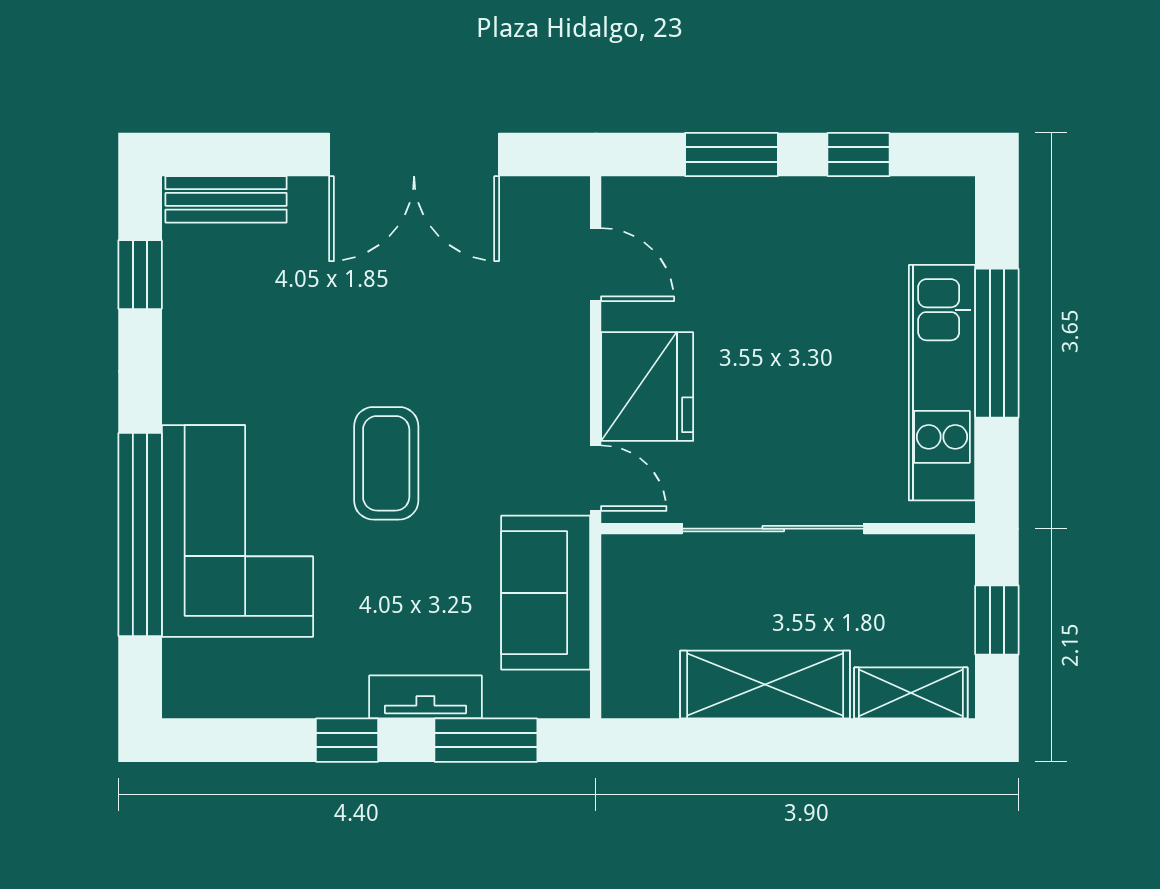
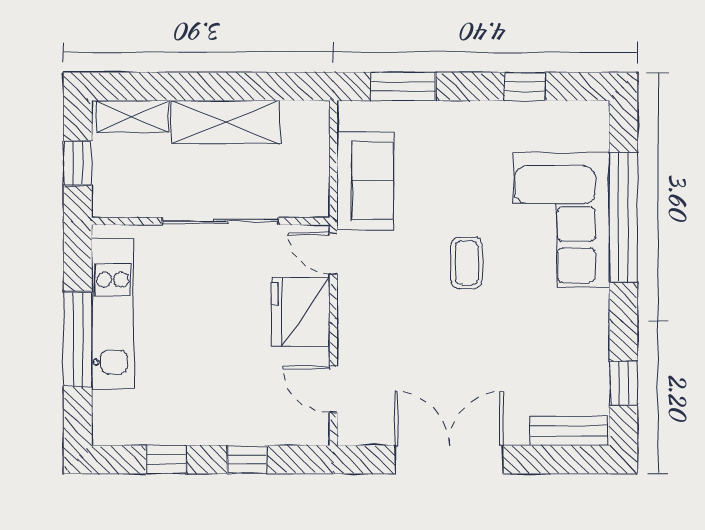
window: (731, 155) -> (247, 460), width x0.67
coffee table: (386, 463) -> (467, 263), width x0.73, depth x0.77
tv unit: (425, 697) -> (442, 114), removed
window: (347, 740) -> (525, 87), moved

